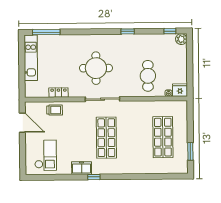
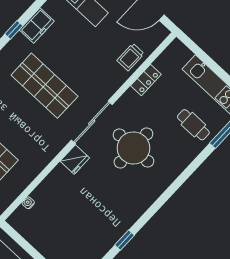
window: (128, 31) -> (125, 240), moved
cafe table: (148, 76) -> (193, 125), moved, width x0.73, depth x0.74
fridge: (180, 90) -> (75, 160), moved

